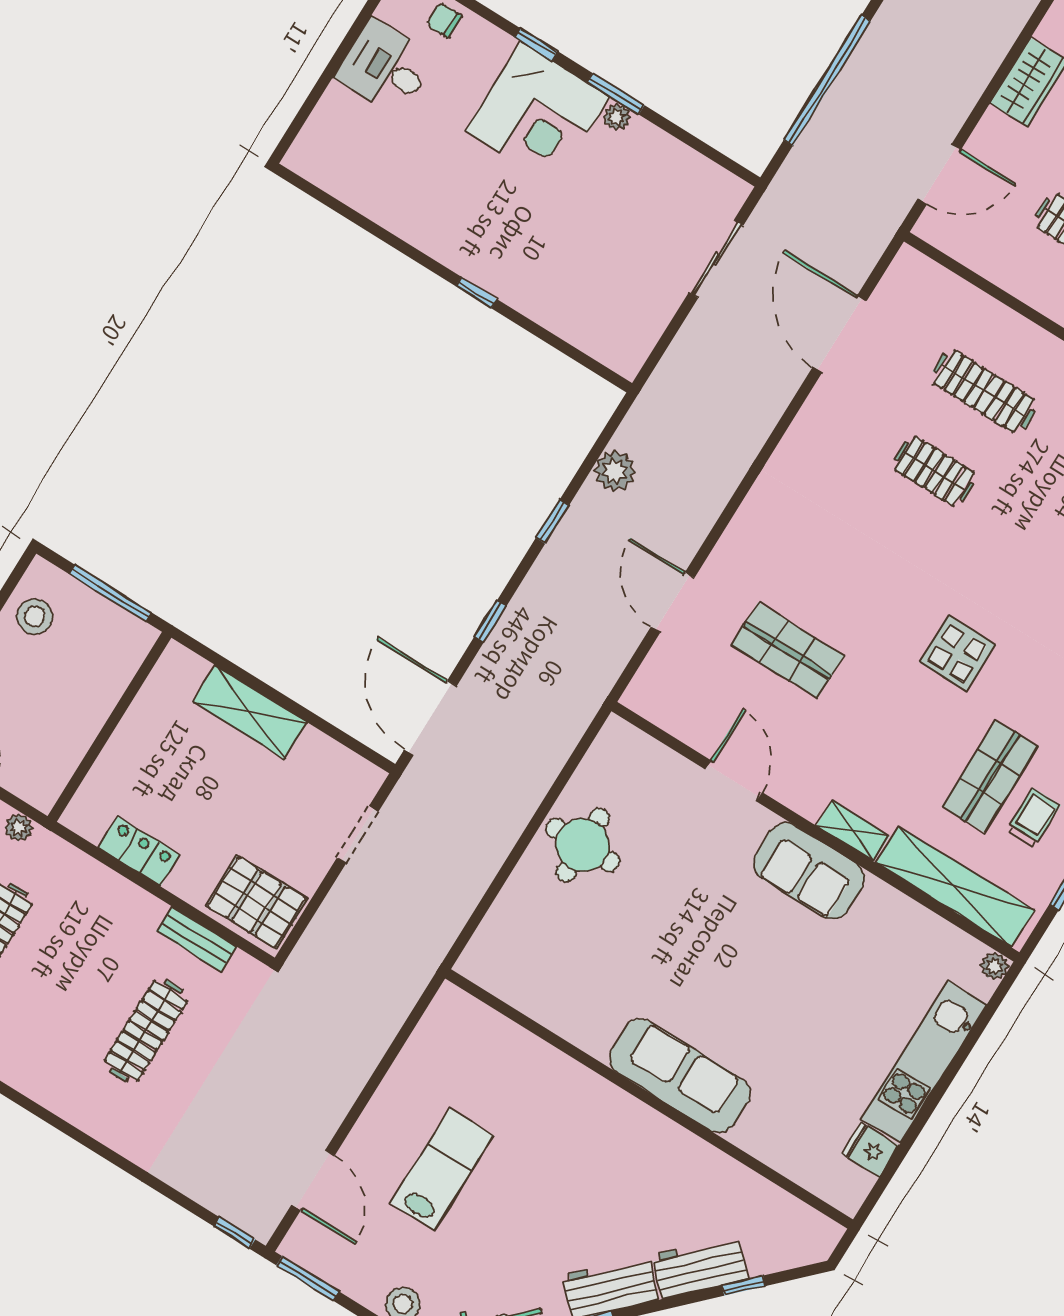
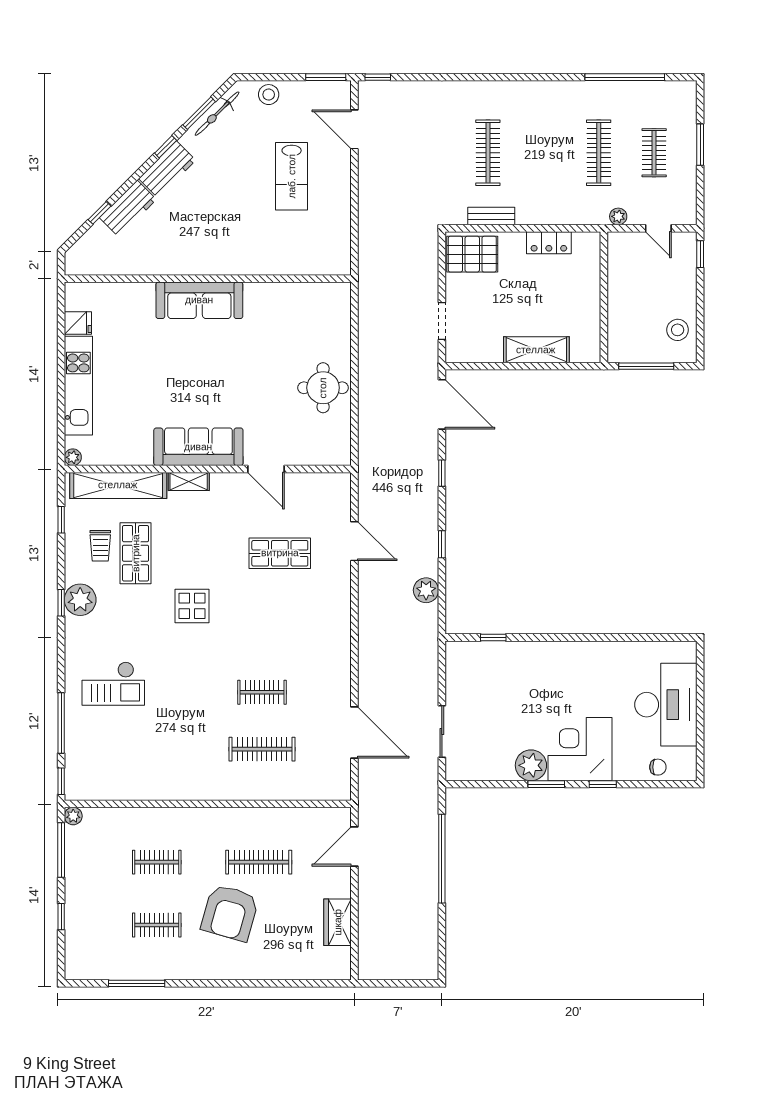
desk: (385, 68) -> (666, 705), width x1.87, depth x1.30
plant: (617, 117) -> (531, 765), width x1.88, depth x1.88
window: (476, 293) -> (493, 637), moved
sofa: (809, 871) -> (198, 447), width x1.36

